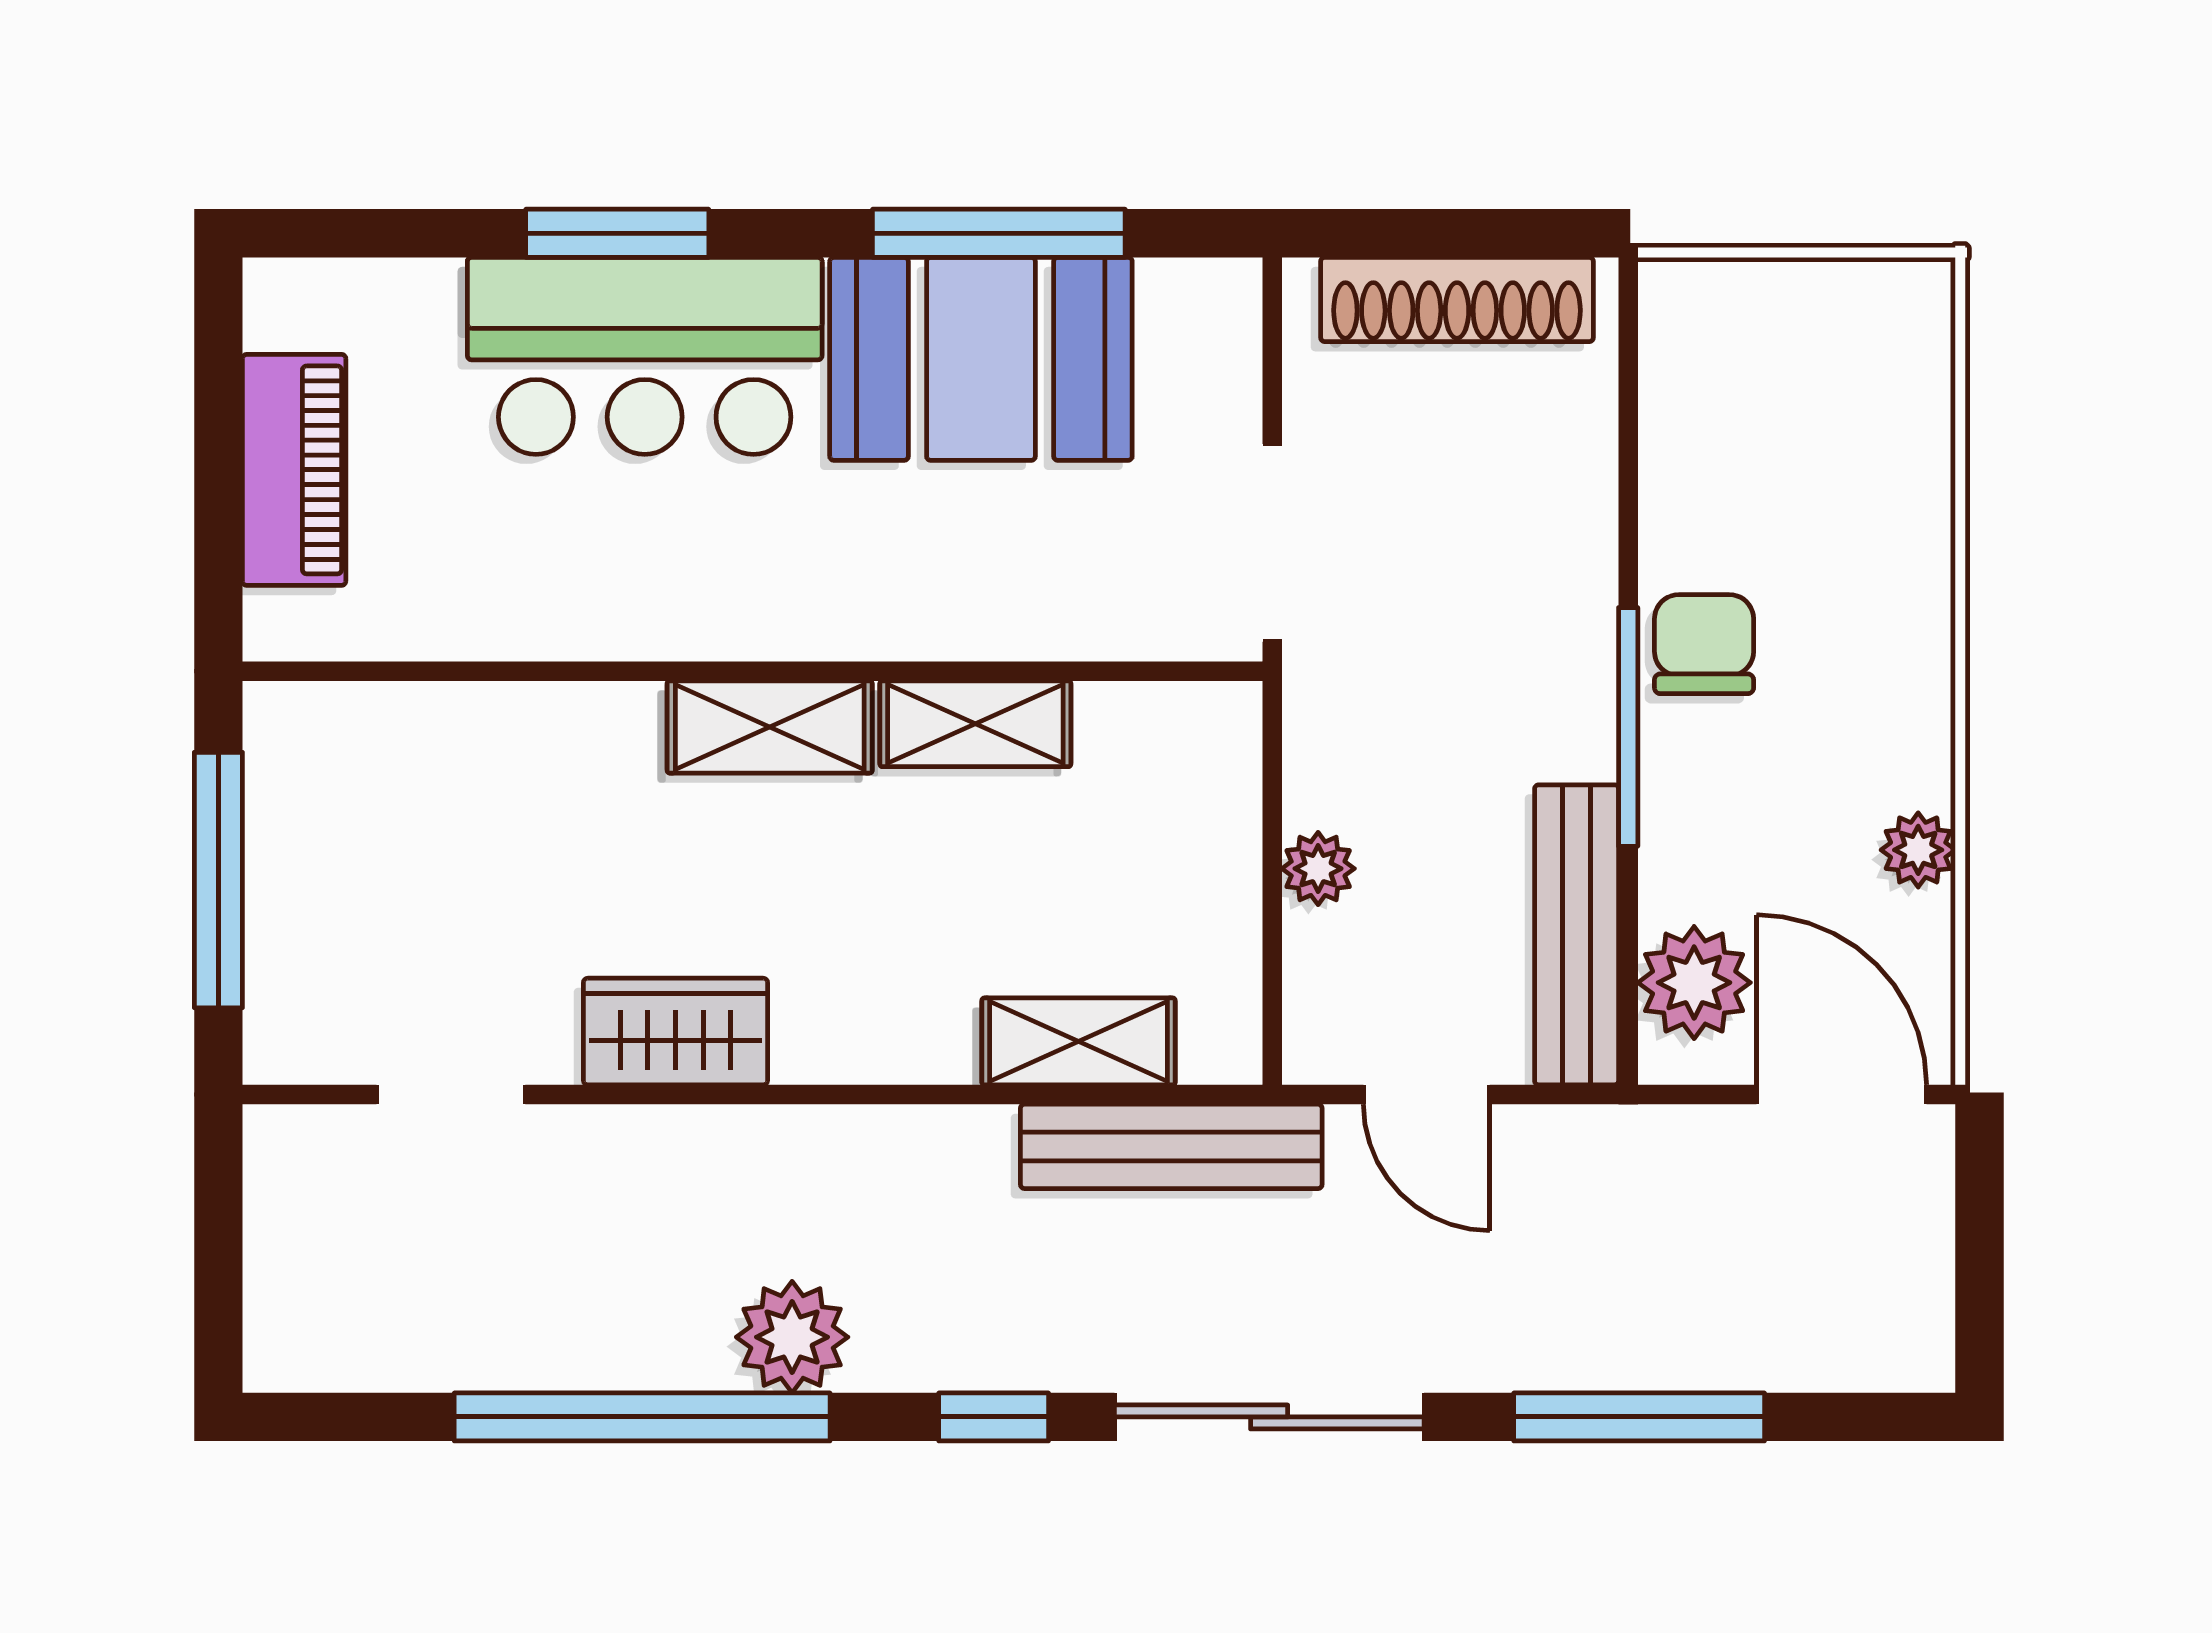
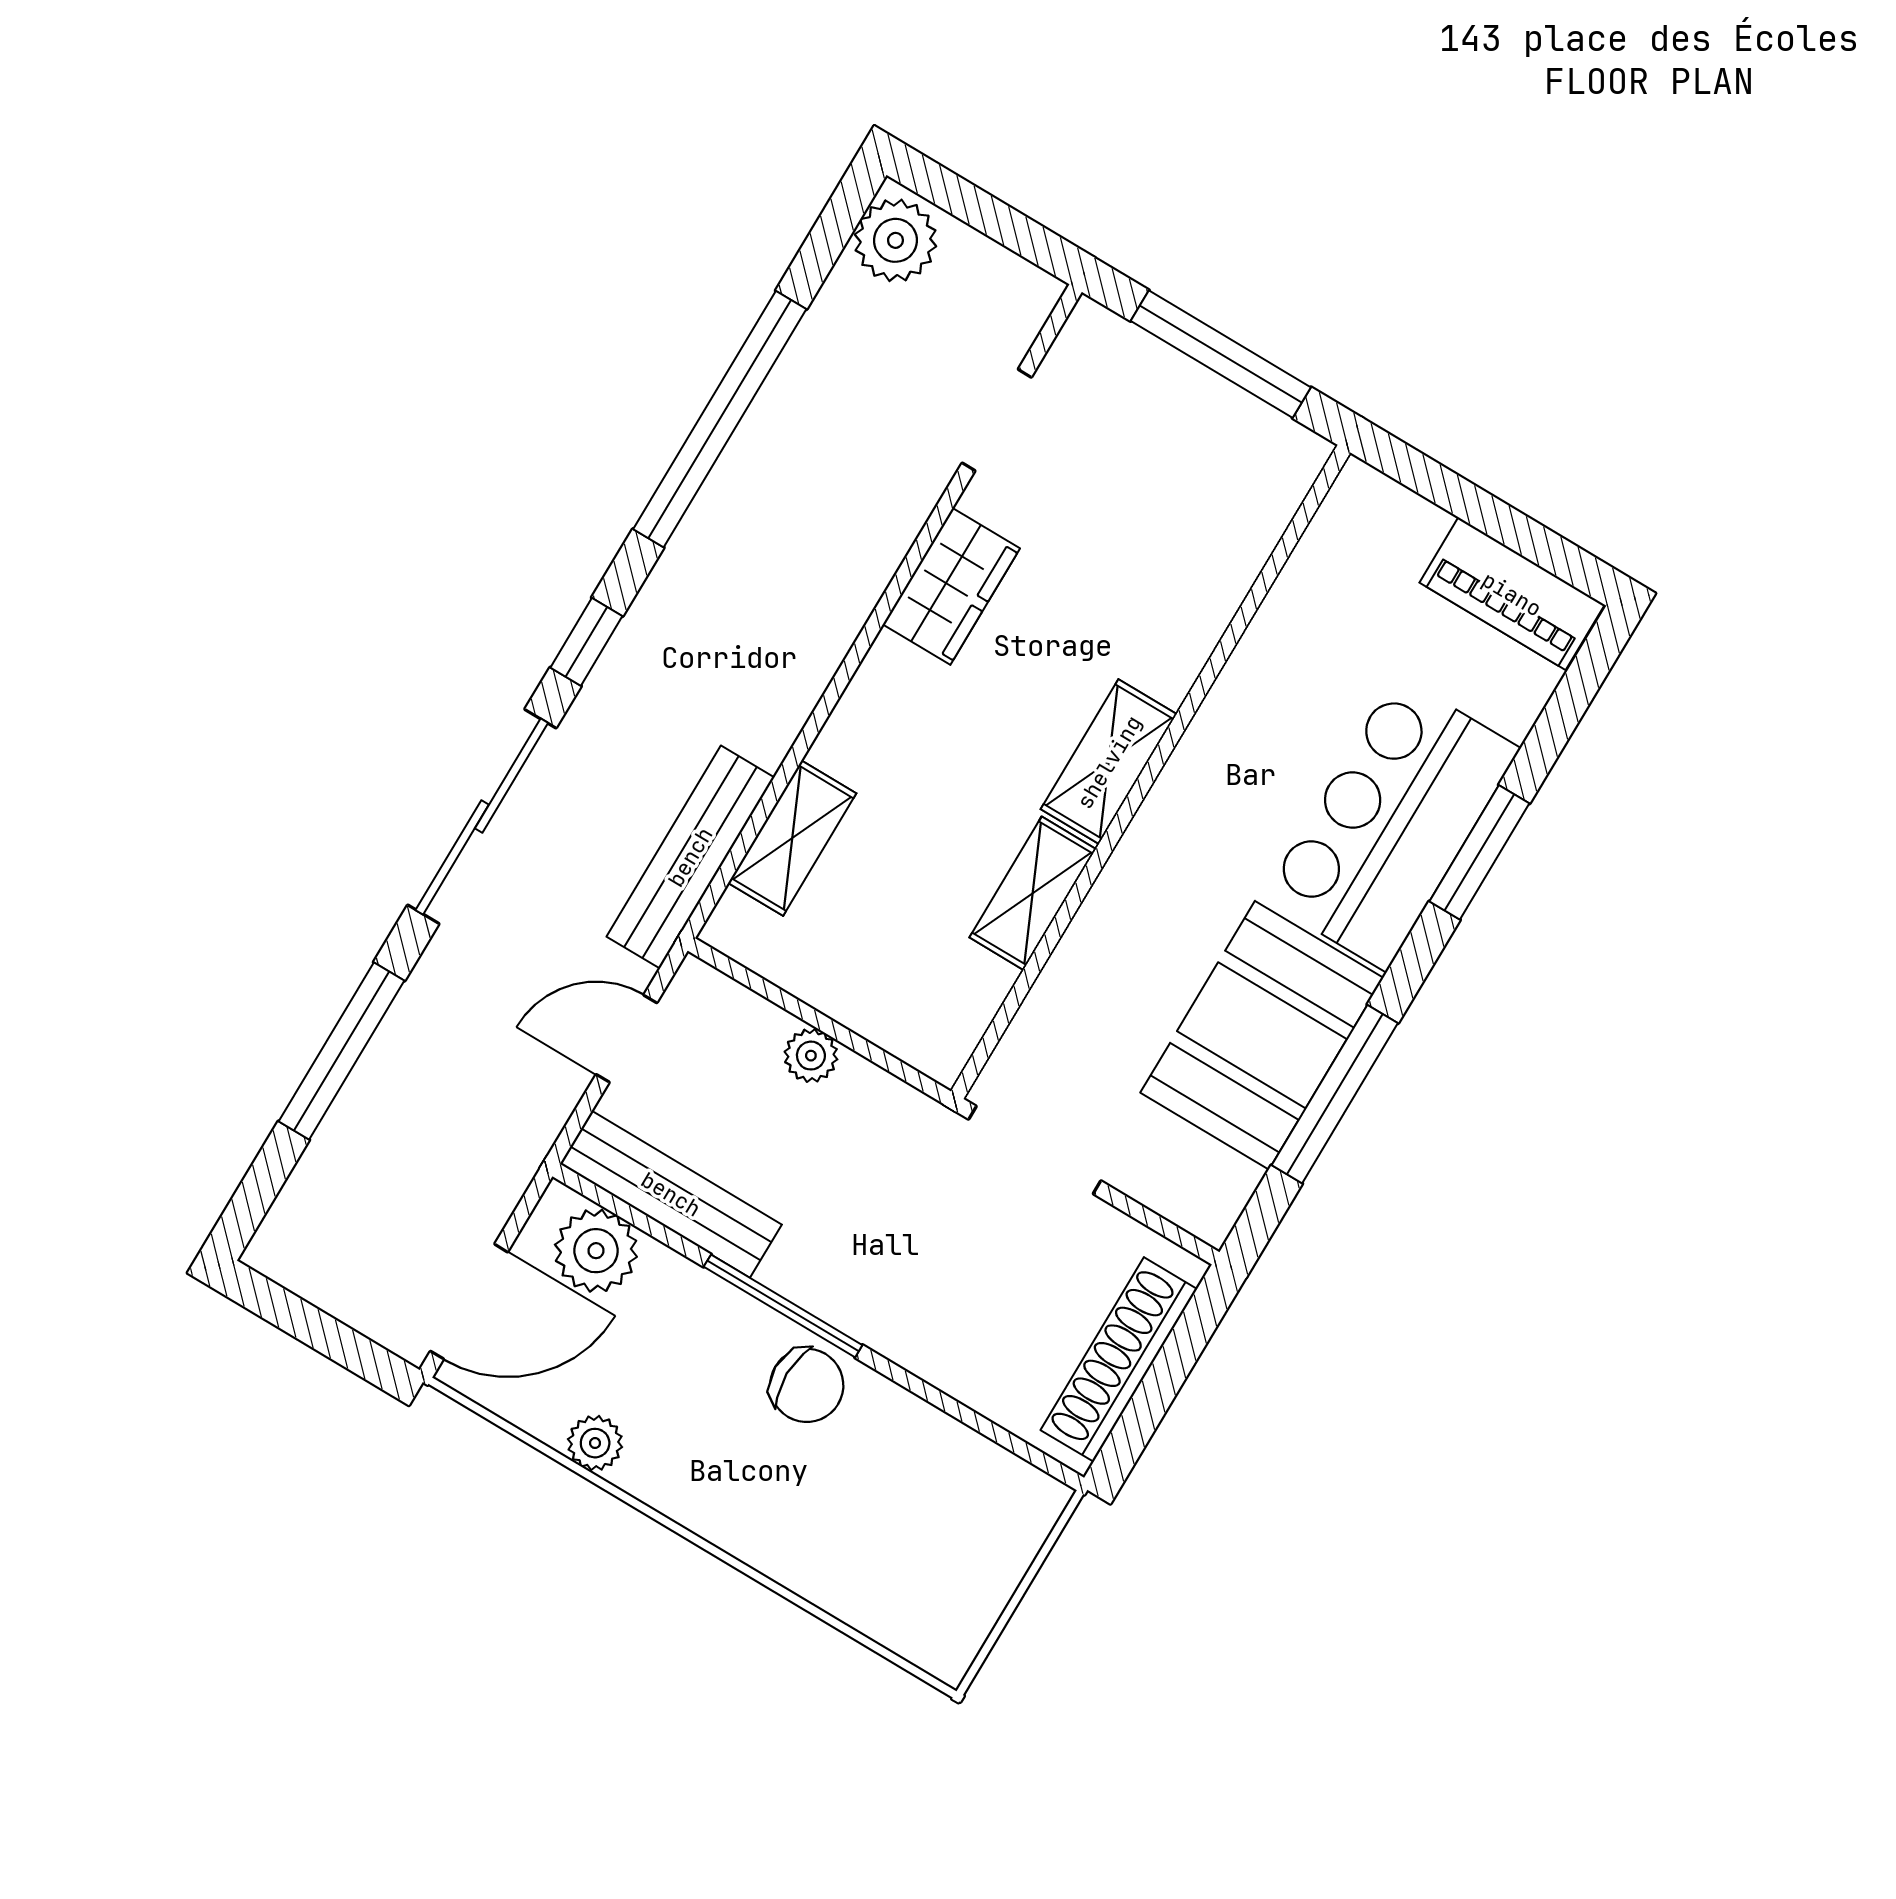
piano: (294, 470) -> (1512, 594), moved
plant: (792, 1337) -> (895, 240), moved

